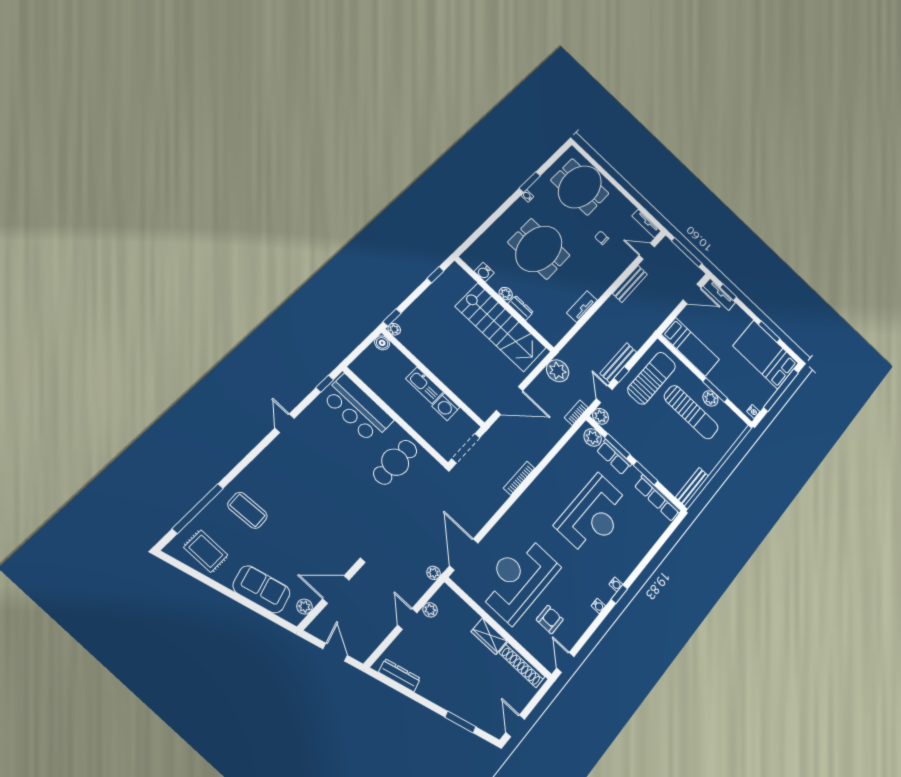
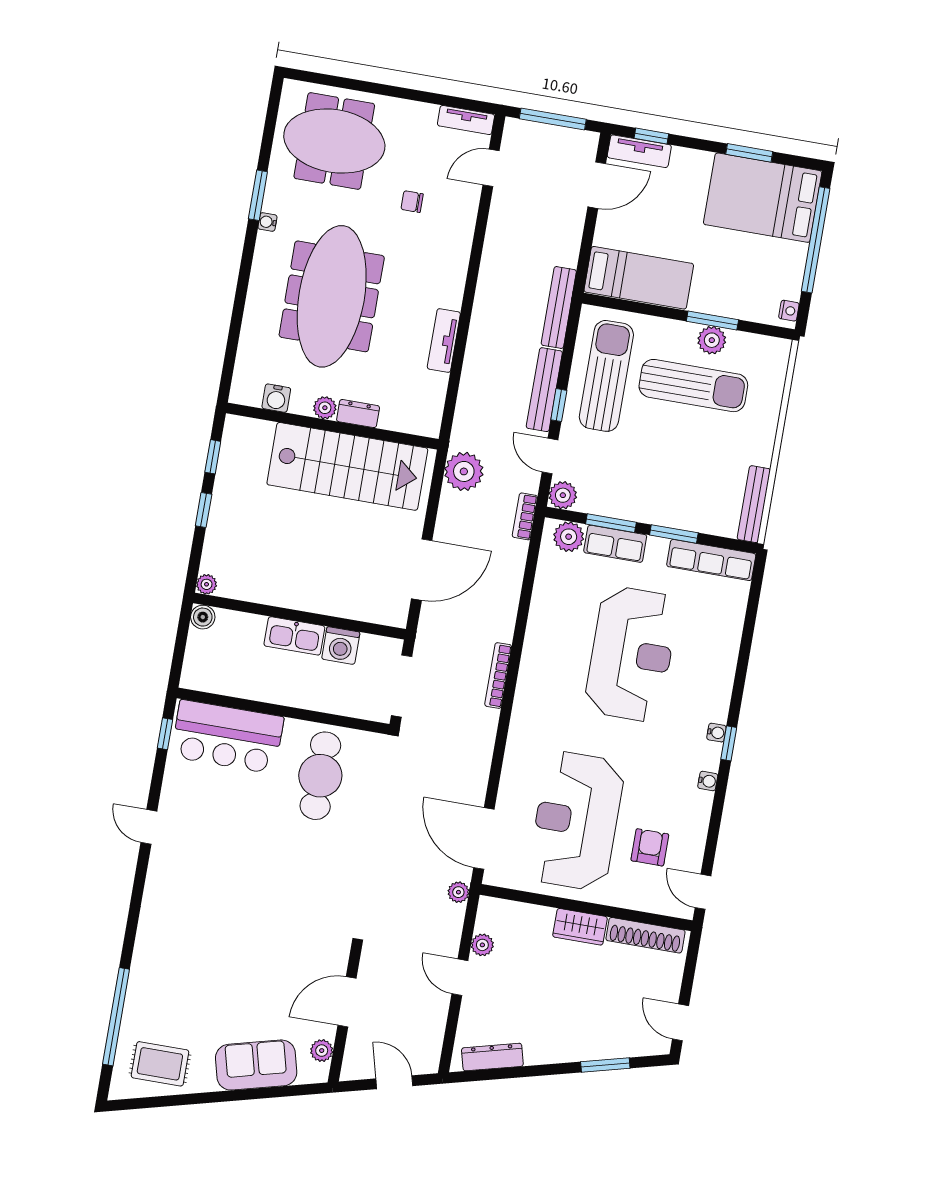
meeting table: (580, 187) -> (334, 141), turned 90
meeting table: (539, 249) -> (332, 296), width x1.36
bench: (630, 284) -> (559, 308), moved
window: (392, 317) -> (204, 510), moved
coffee table: (247, 510) -> (176, 976), removed

